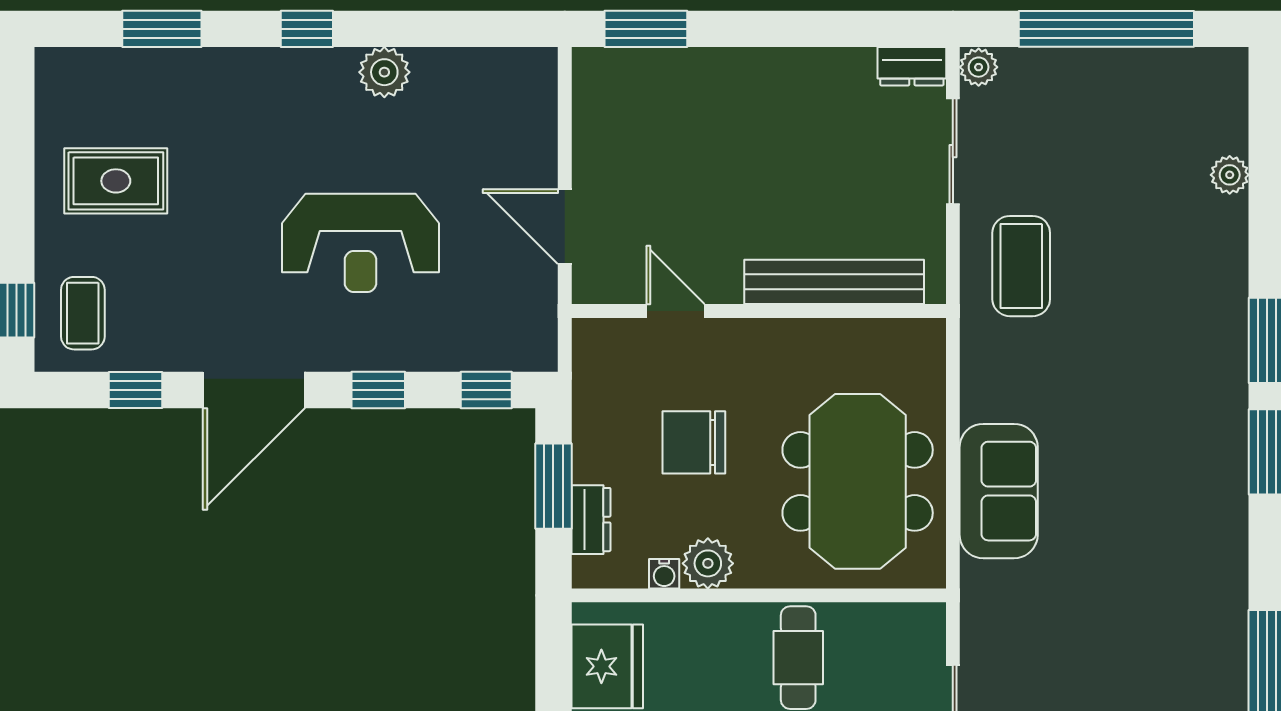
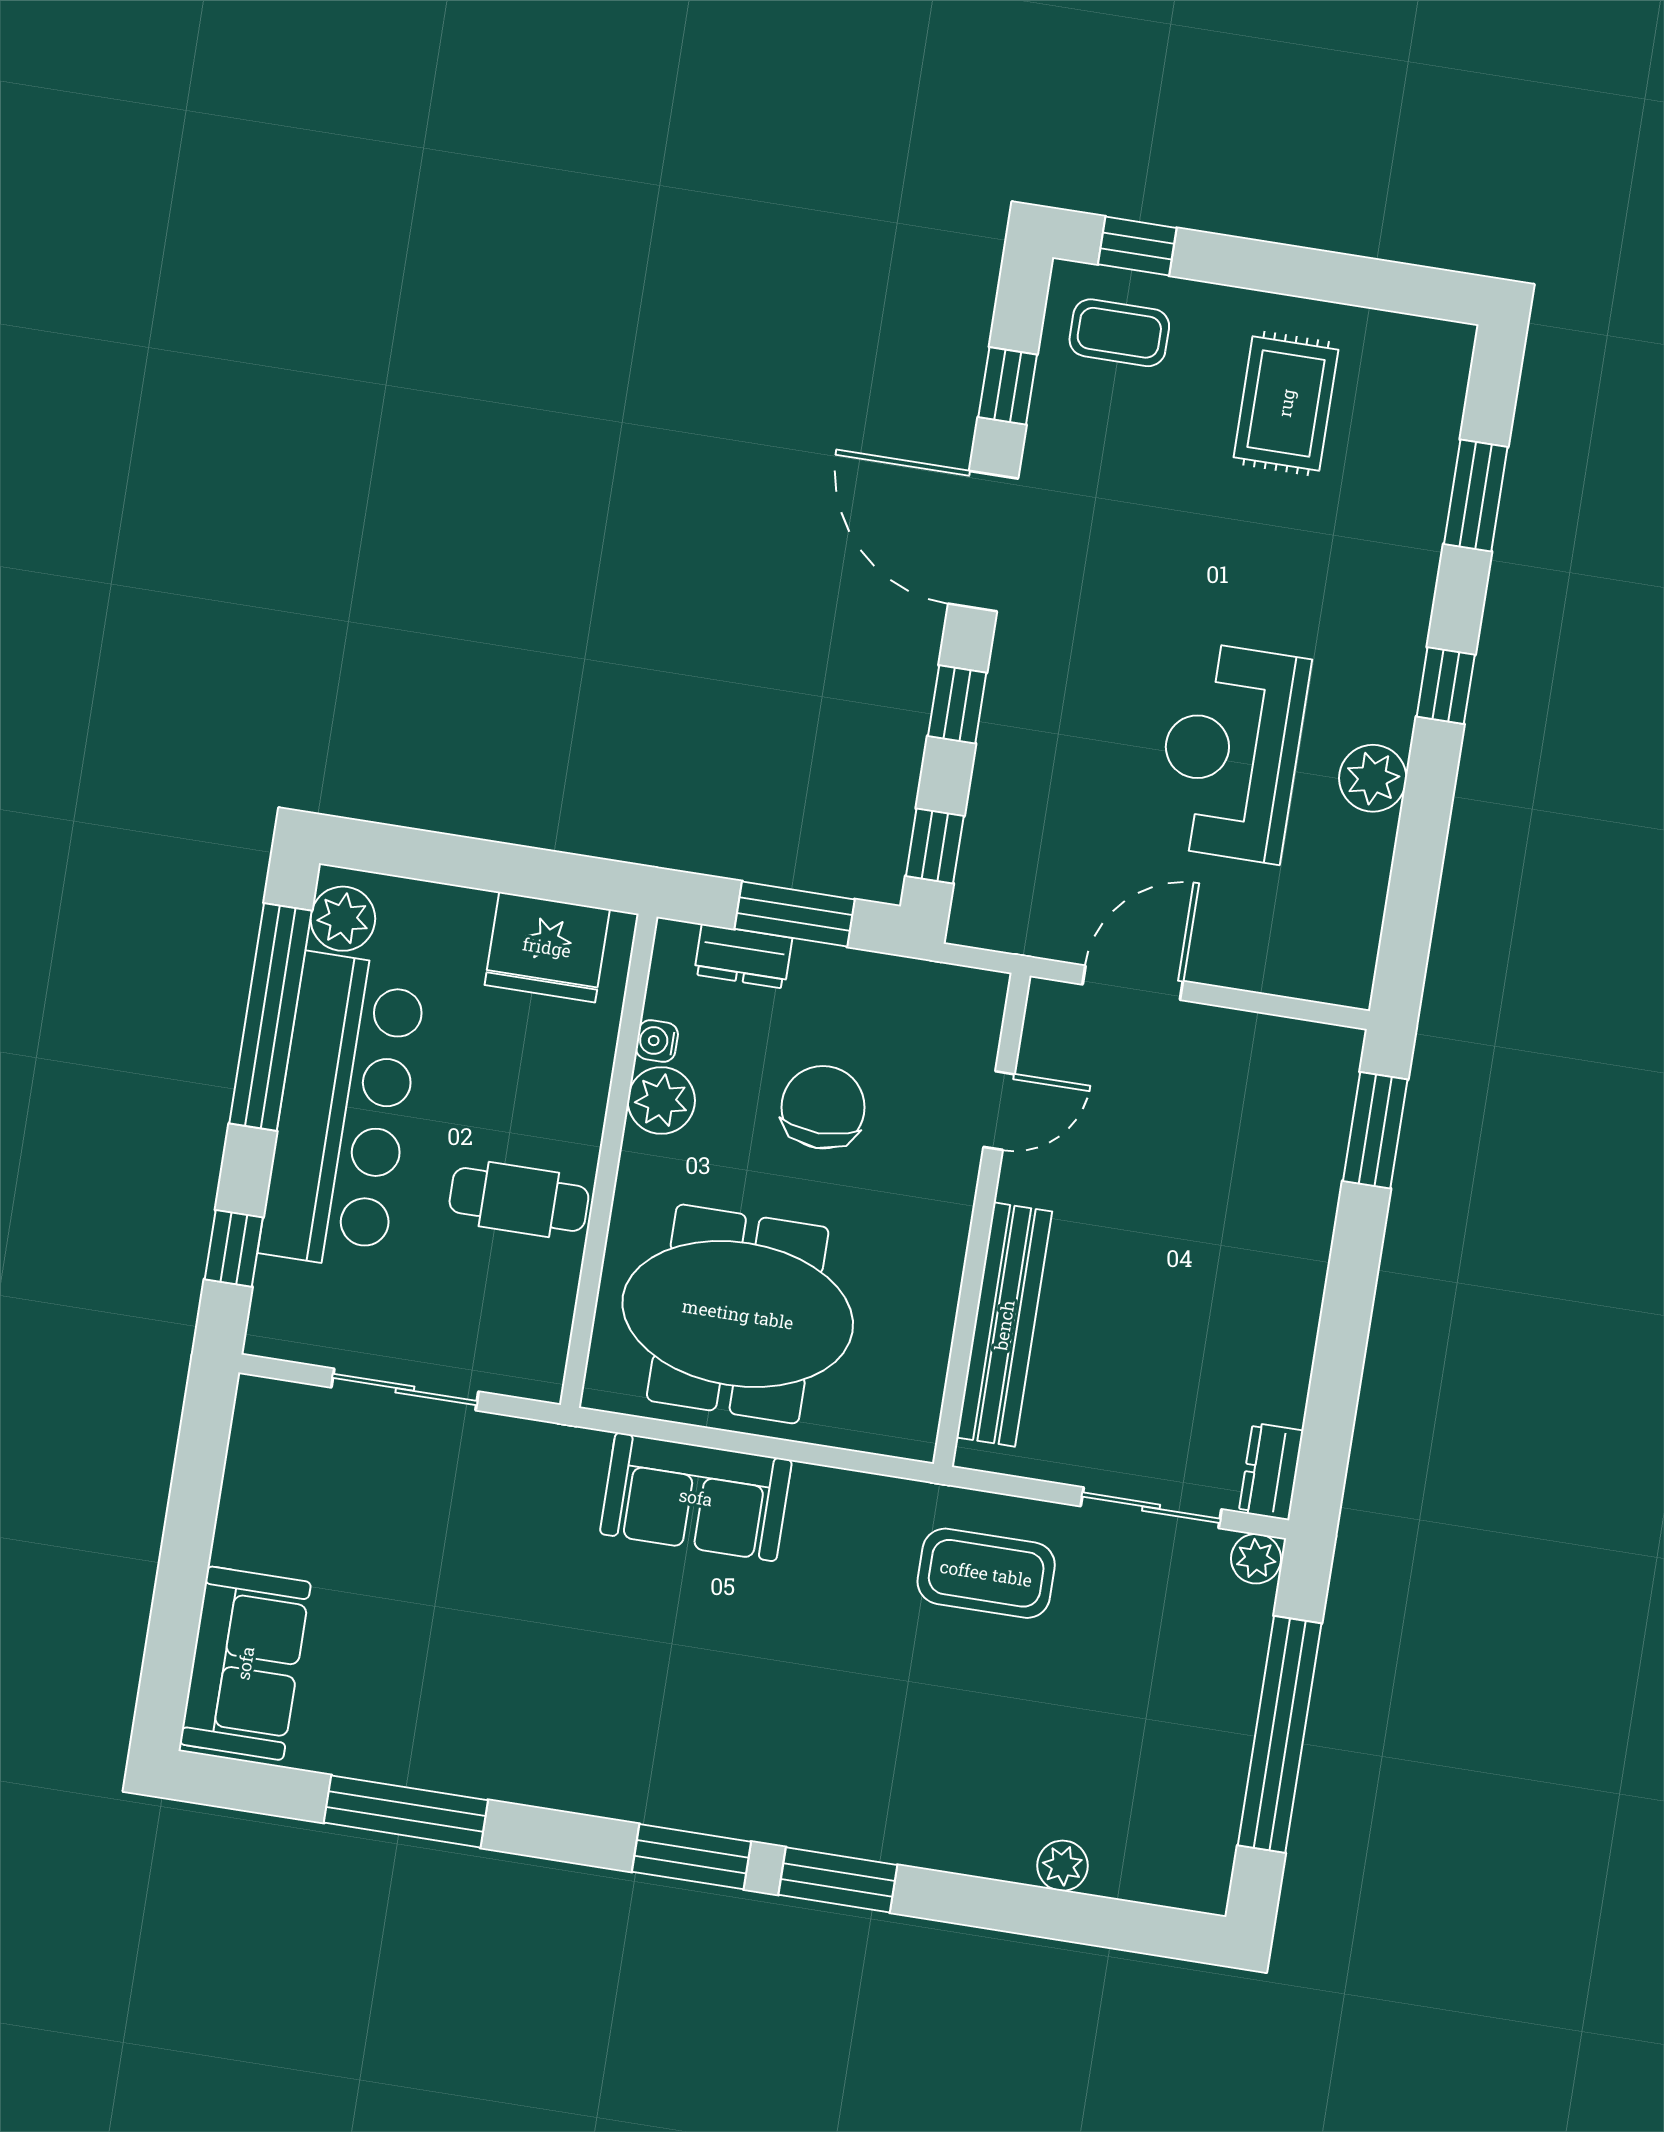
reception desk: (360, 243) -> (1231, 752), moved

